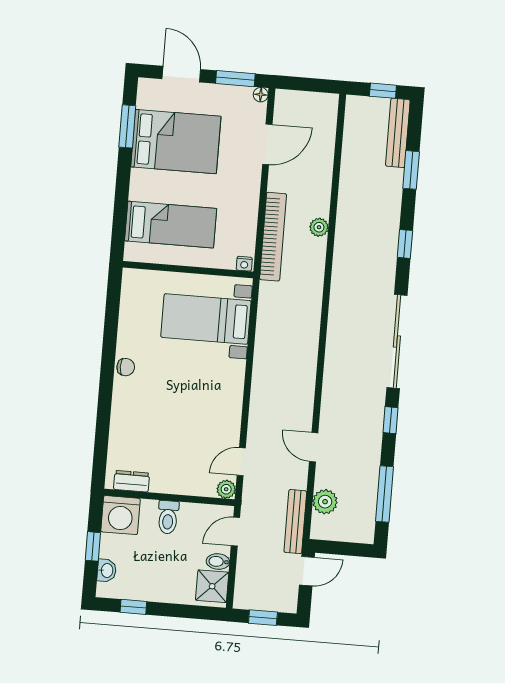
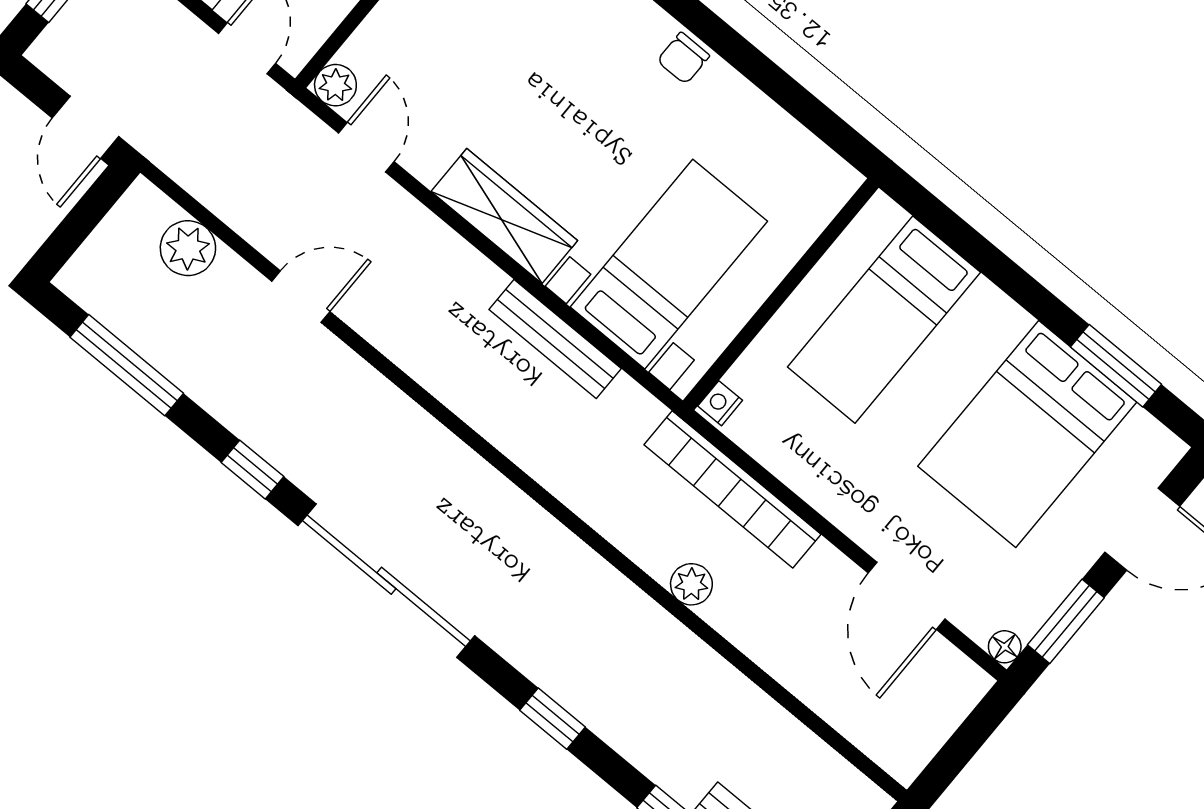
wardrobe: (231, 392) -> (504, 216), added
bench: (295, 522) -> (555, 339), moved

